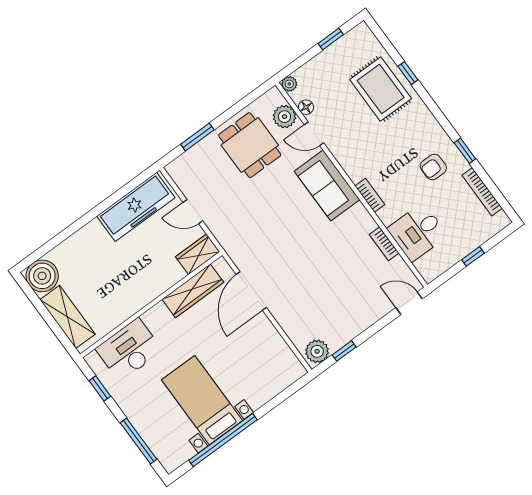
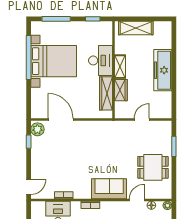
plant: (284, 117) -> (154, 192), removed
freezer: (136, 207) -> (163, 70), moved
wardrobe: (198, 254) -> (121, 90), moved
boiler: (42, 276) -> (163, 30), removed
door: (251, 291) -> (61, 120), moved
shelving: (140, 299) -> (120, 67), added
desk: (129, 350) -> (101, 60), moved
bed with nightstands: (202, 400) -> (54, 61), width x1.36

